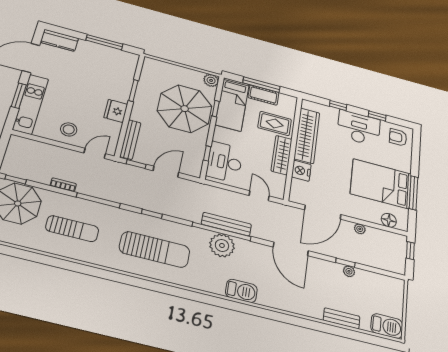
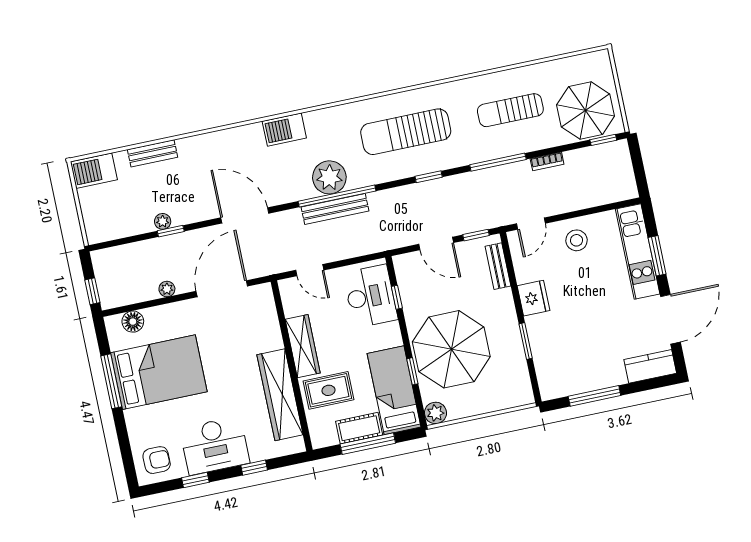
bench: (130, 140) -> (498, 266), width x0.73
nightstand: (301, 171) -> (269, 336), removed
door: (166, 172) -> (436, 243), hinge flipped

